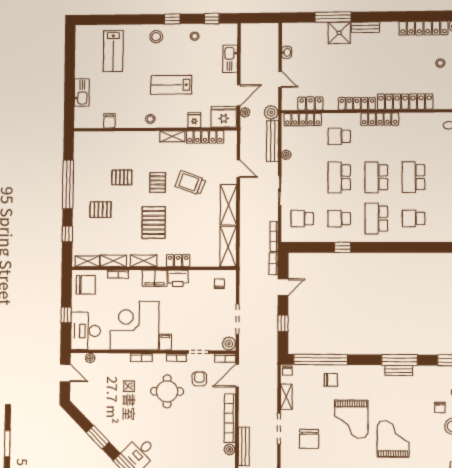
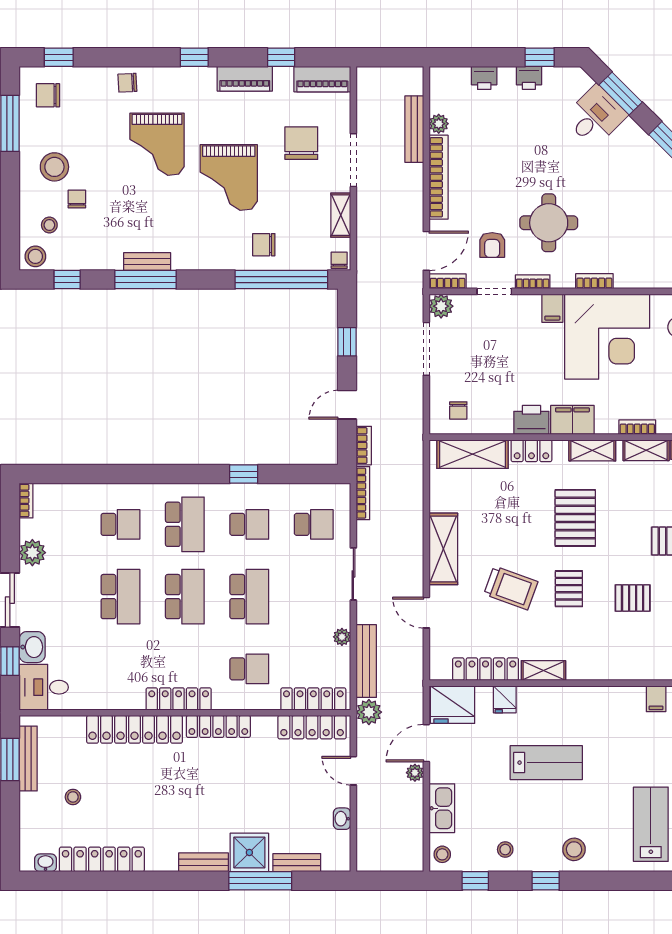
bench: (312, 28) -> (297, 863), added
locker: (310, 104) -> (312, 727), width x1.53
plant: (245, 112) -> (415, 773), moved
stool: (150, 119) -> (442, 854), moved
shelving: (228, 246) -> (472, 454), moved, turned 90
grand piano: (351, 419) -> (229, 177), turned 180

